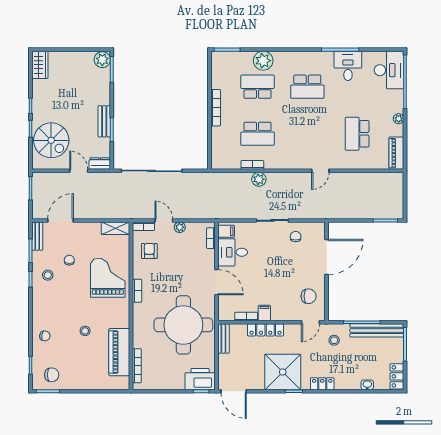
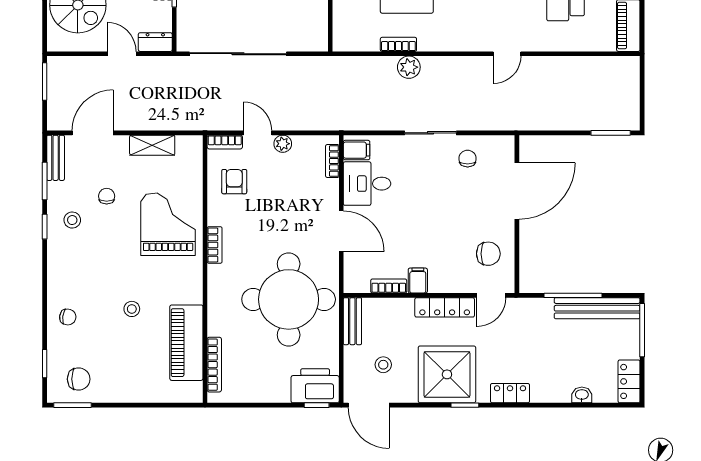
shelving: (116, 228) -> (152, 145), moved
locker: (266, 330) -> (445, 307), moved
stool: (334, 340) -> (383, 365), moved

